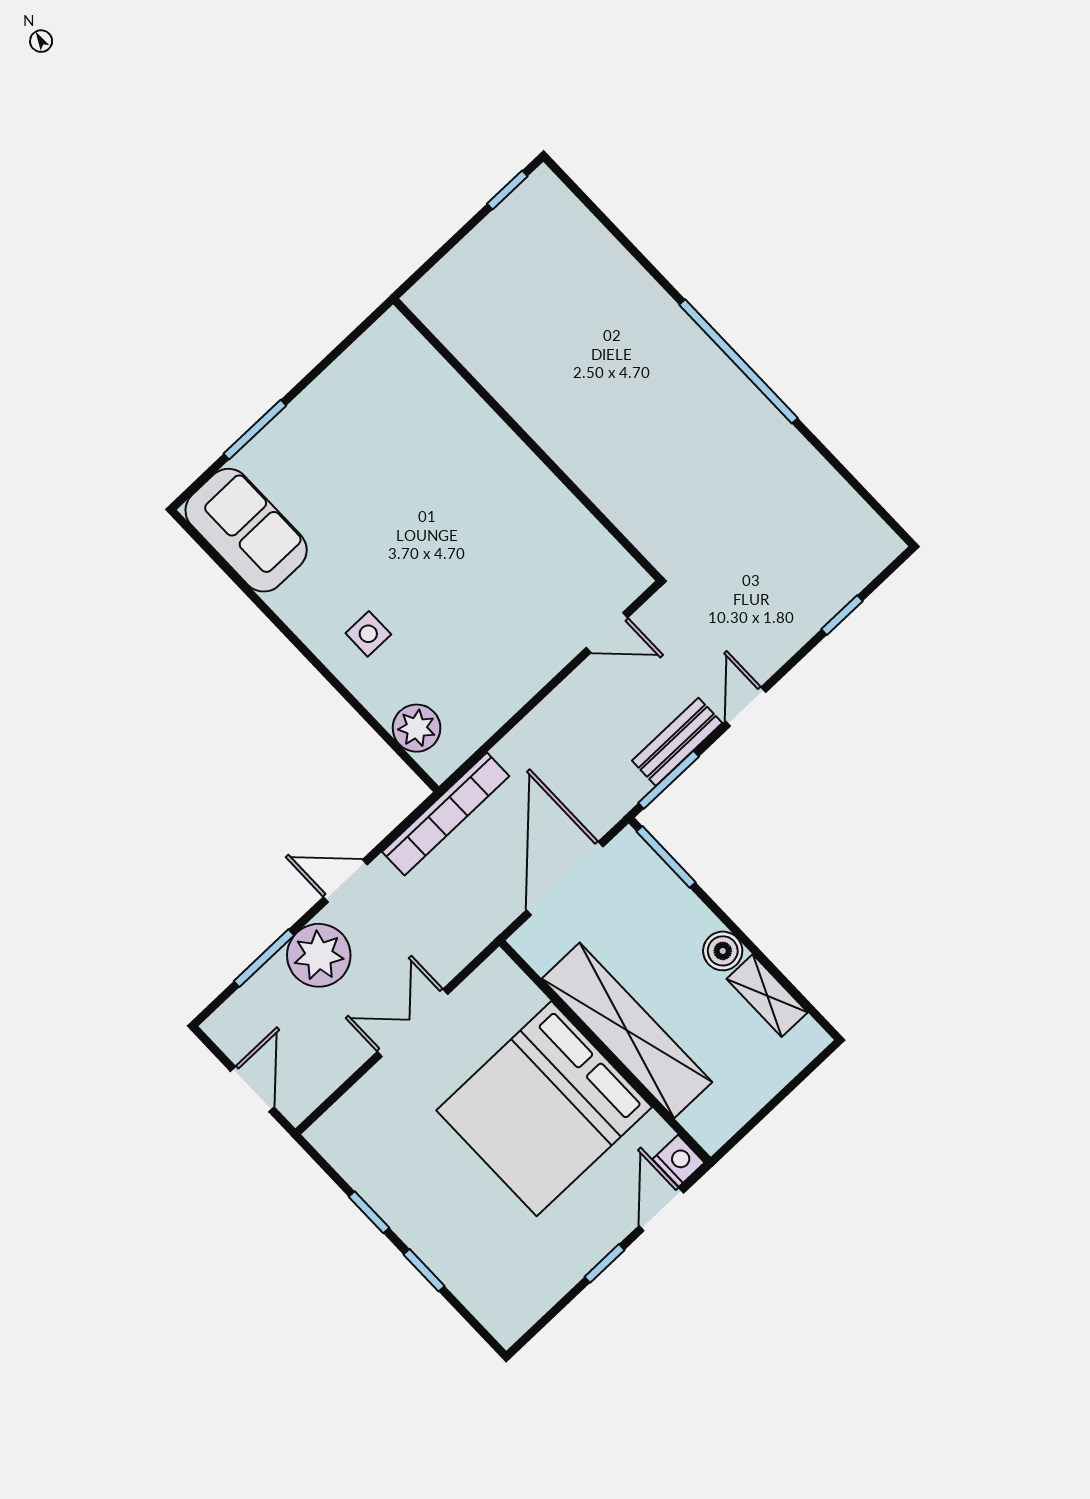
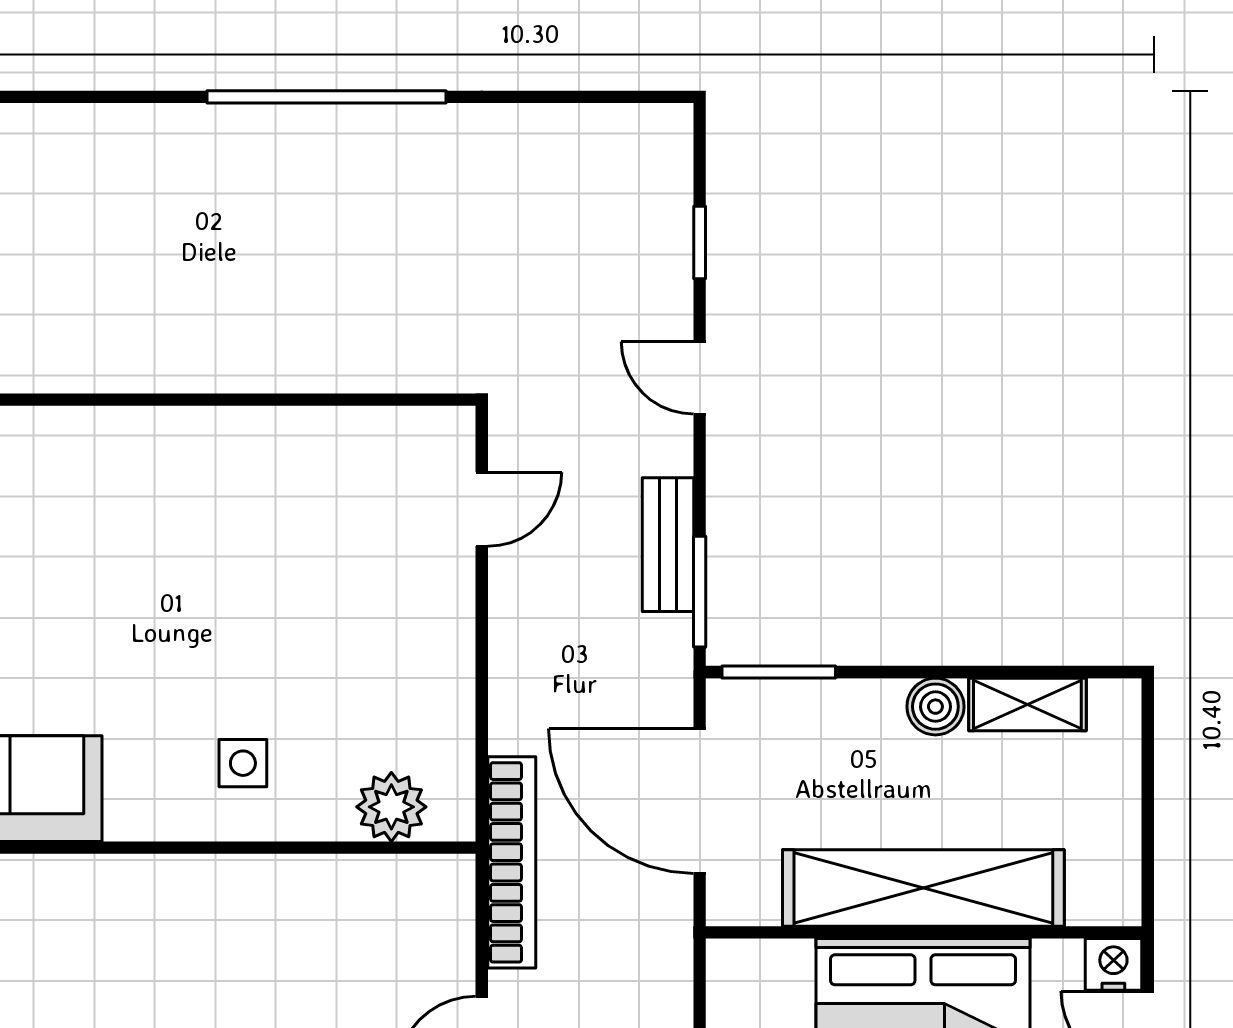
door: (746, 707) -> (700, 378), moved

